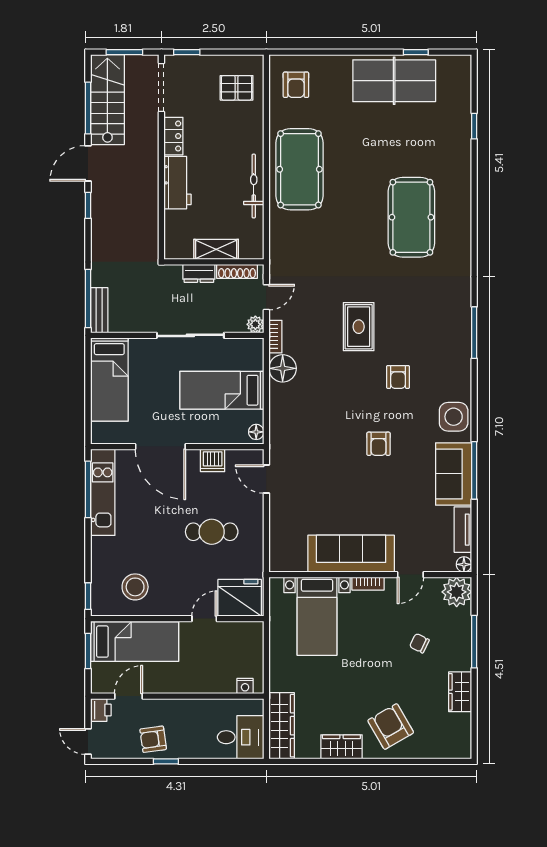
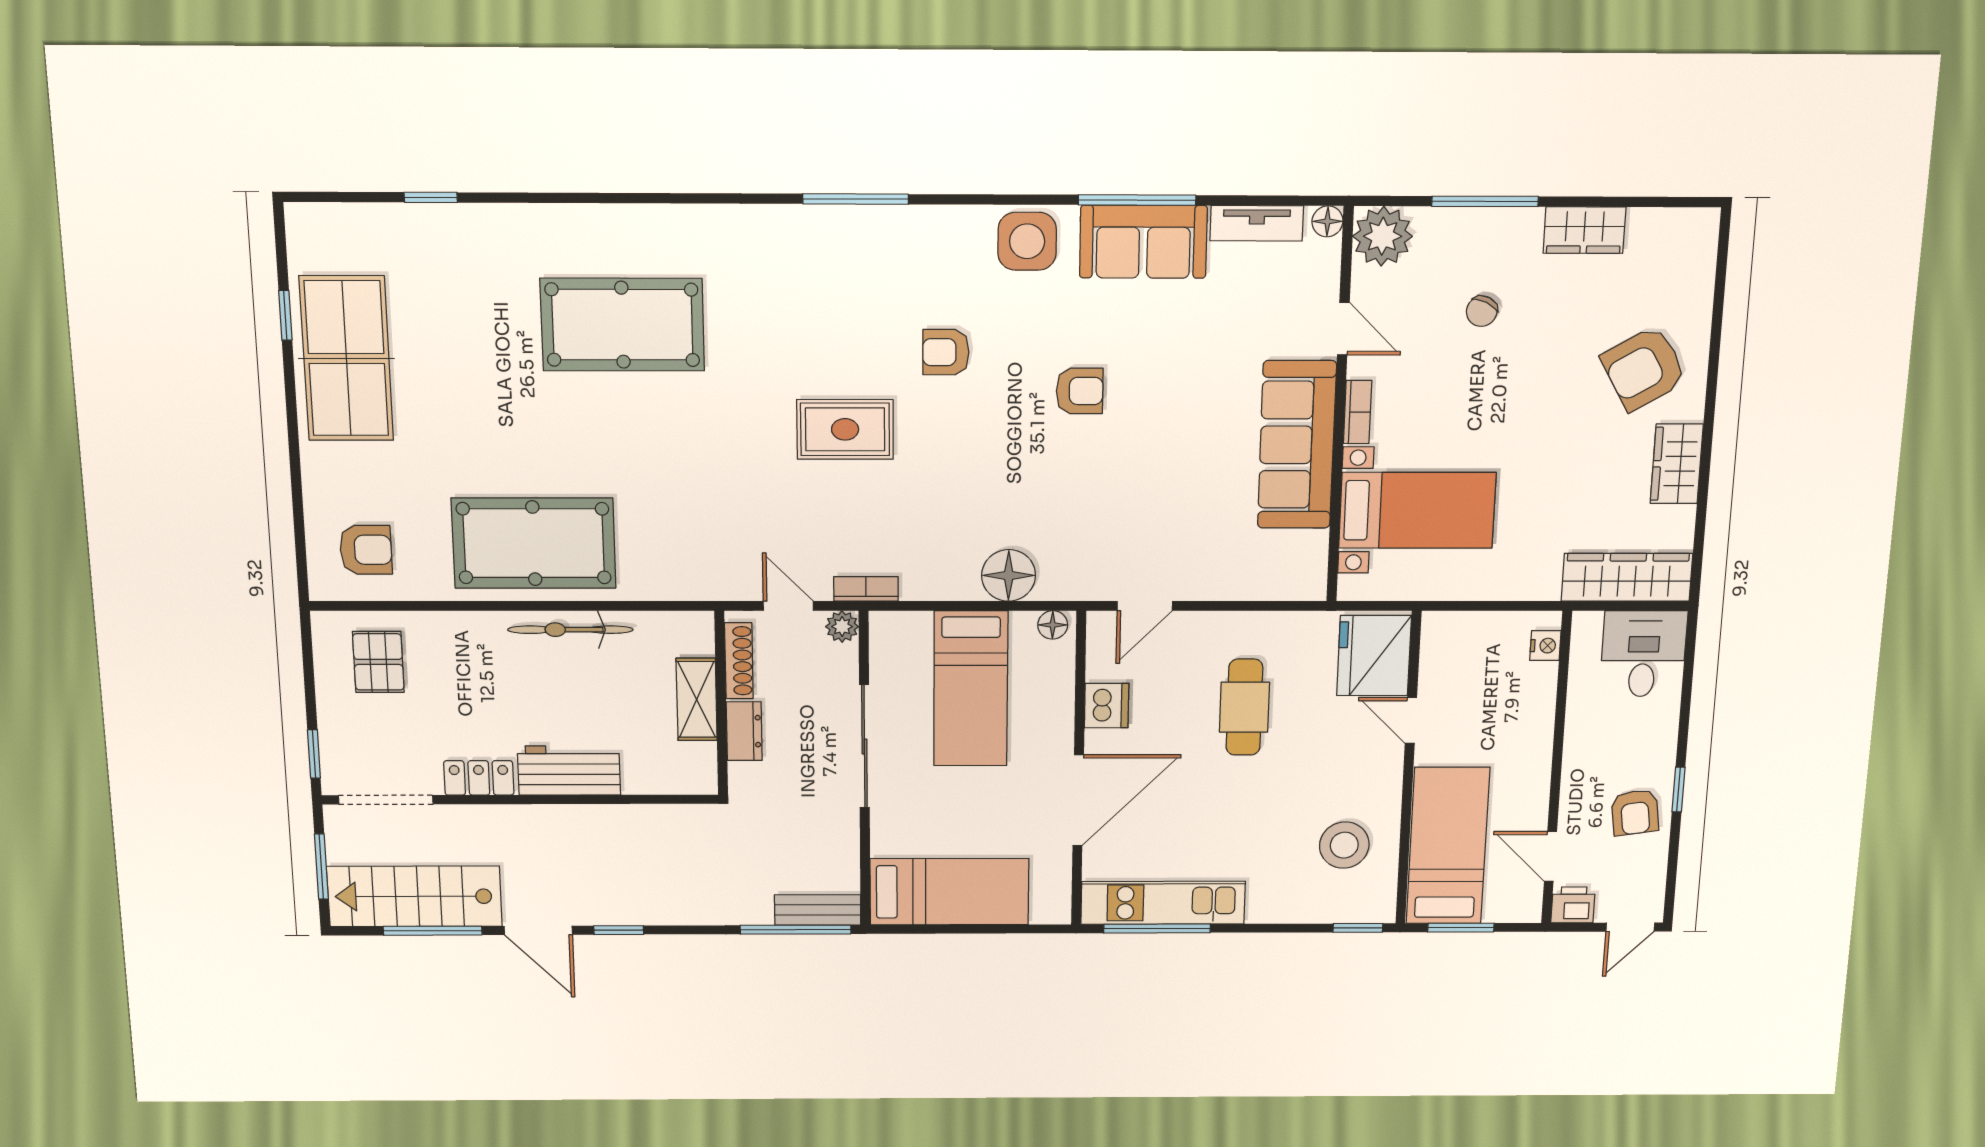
floor lamp: (283, 368) -> (1009, 575), moved
armchair: (398, 377) -> (946, 352), turned 180

